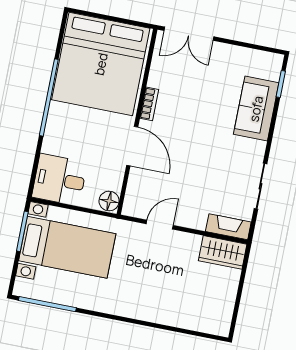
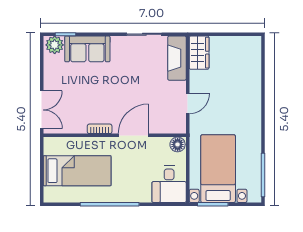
bed: (101, 64) -> (77, 171), width x0.49
plant: (270, 67) -> (55, 45), added
door: (160, 225) -> (188, 103), swing flipped
fireplace: (228, 227) -> (177, 58), width x1.37, depth x1.32

